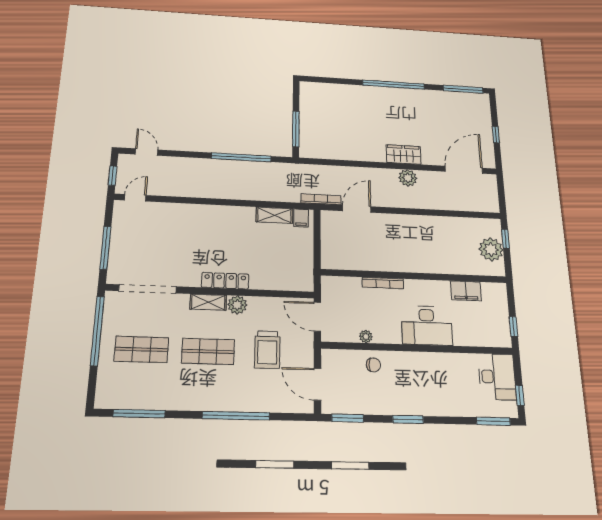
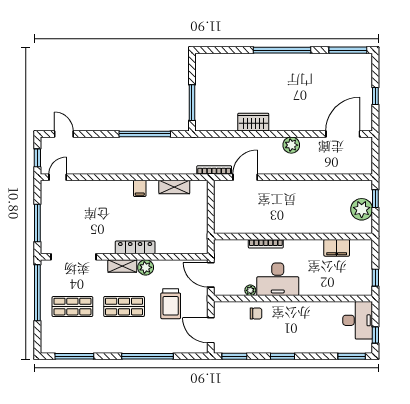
wardrobe: (404, 155) -> (253, 122), moved
filing cabinet: (301, 218) -> (140, 188), moved
desk: (427, 326) -> (278, 279), moved

